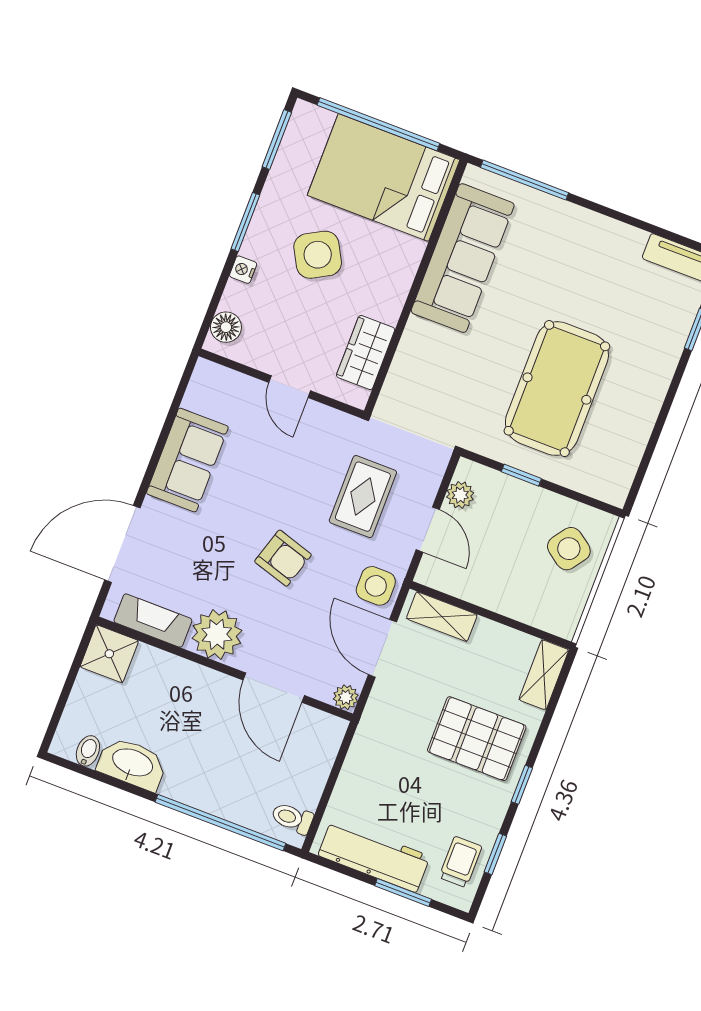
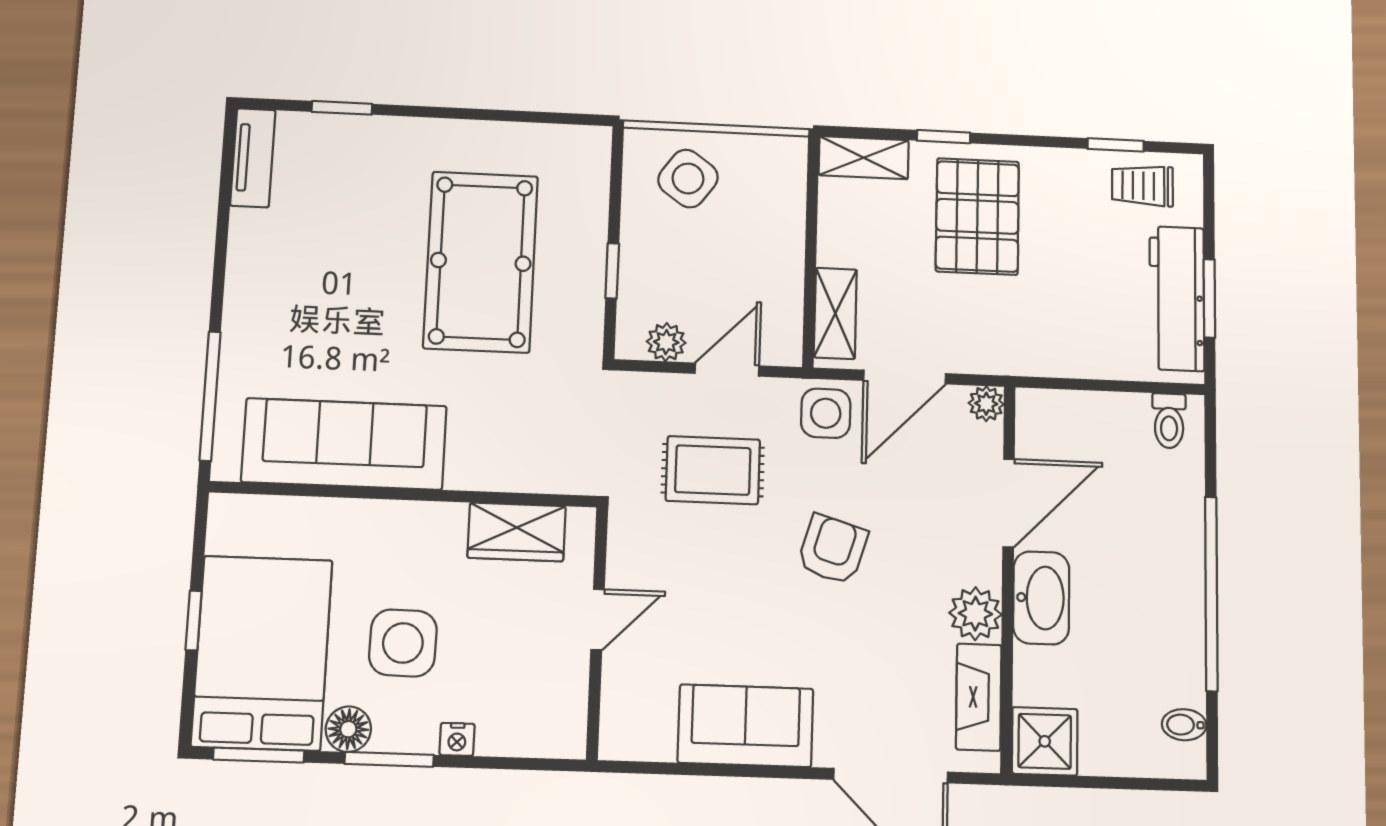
window: (378, 124) -> (194, 621), width x0.32
bed: (384, 177) -> (262, 653), moved, turned 180
side table: (318, 255) -> (403, 643), turned 30
floor lamp: (226, 327) -> (348, 729), moved
pool table: (557, 389) -> (481, 262), turned 90
plant: (217, 634) -> (975, 614), width x0.73, depth x0.73
washbasin: (132, 763) -> (1041, 598), moved, turned 180
window: (522, 785) -> (944, 137), moved
window: (220, 823) -> (1211, 593), moved
window: (403, 892) -> (1209, 298), moved

